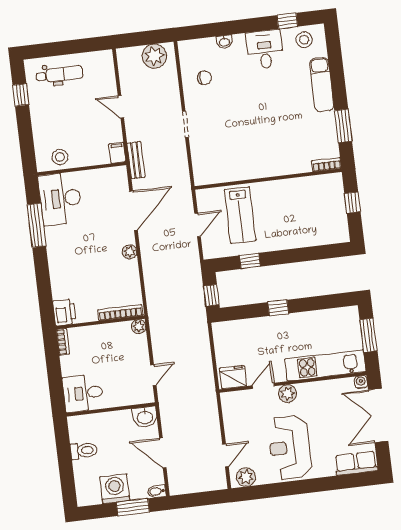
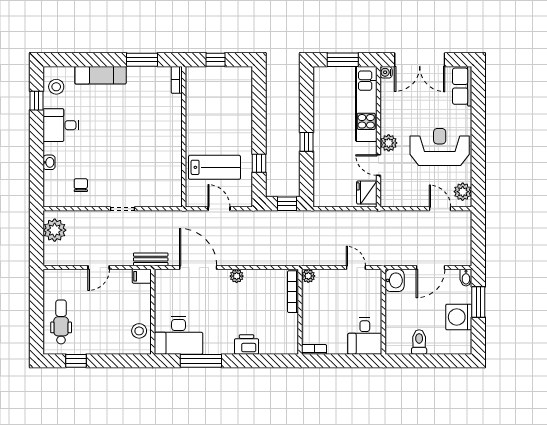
printer: (64, 312) -> (247, 344), moved
reception desk: (290, 447) -> (440, 147), turned 180

